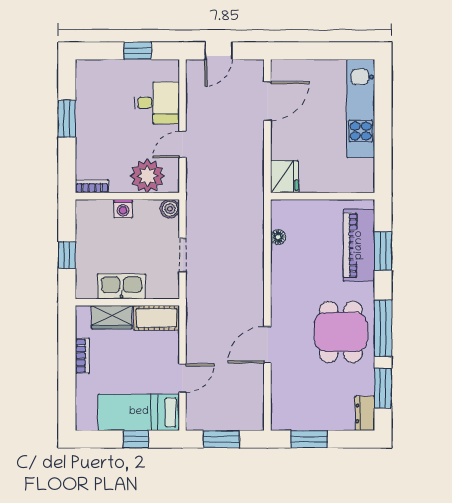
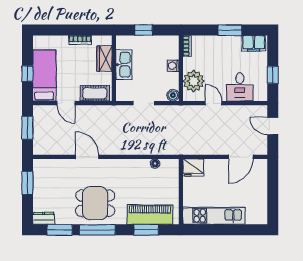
filing cabinet: (88, 81) -> (254, 43), added
door: (267, 101) -> (241, 157), hinge flipped
kitchen unit: (361, 108) -> (214, 216), moved
cot: (156, 318) -> (95, 93), moved, turned 90

